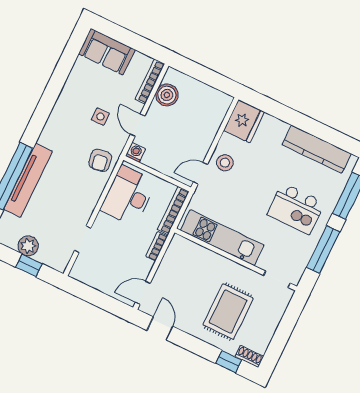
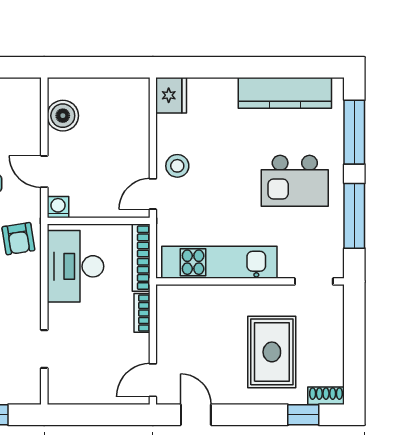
bookcase: (150, 82) -> (33, 109), removed
fridge: (244, 121) -> (171, 95), width x0.73, depth x0.75

